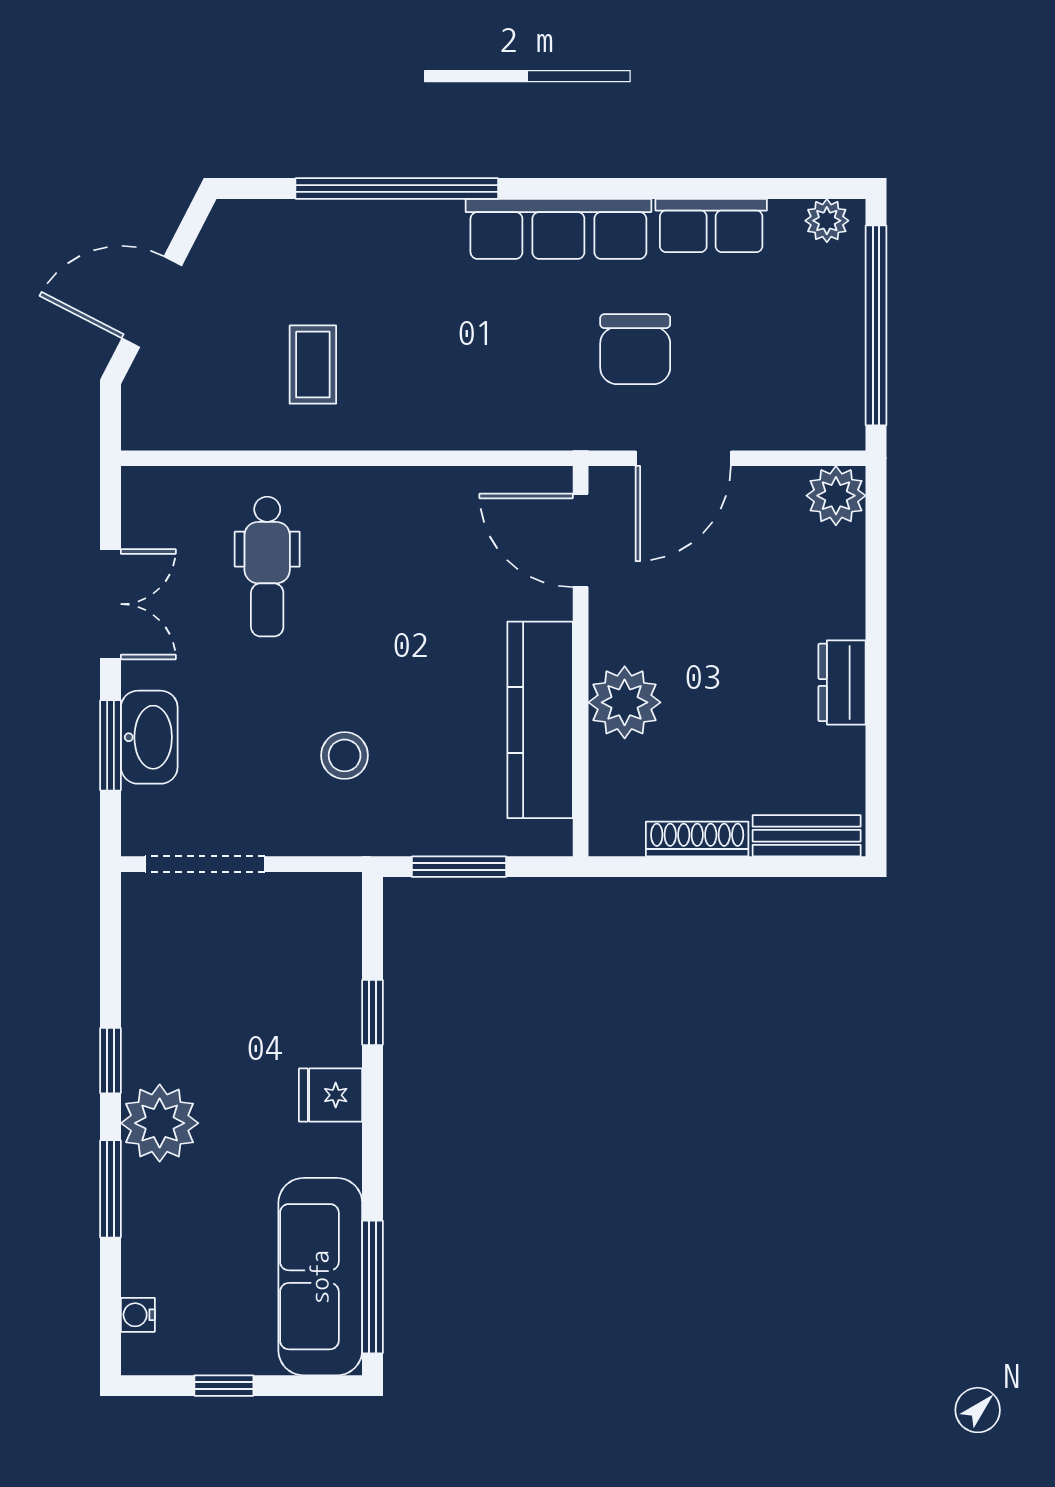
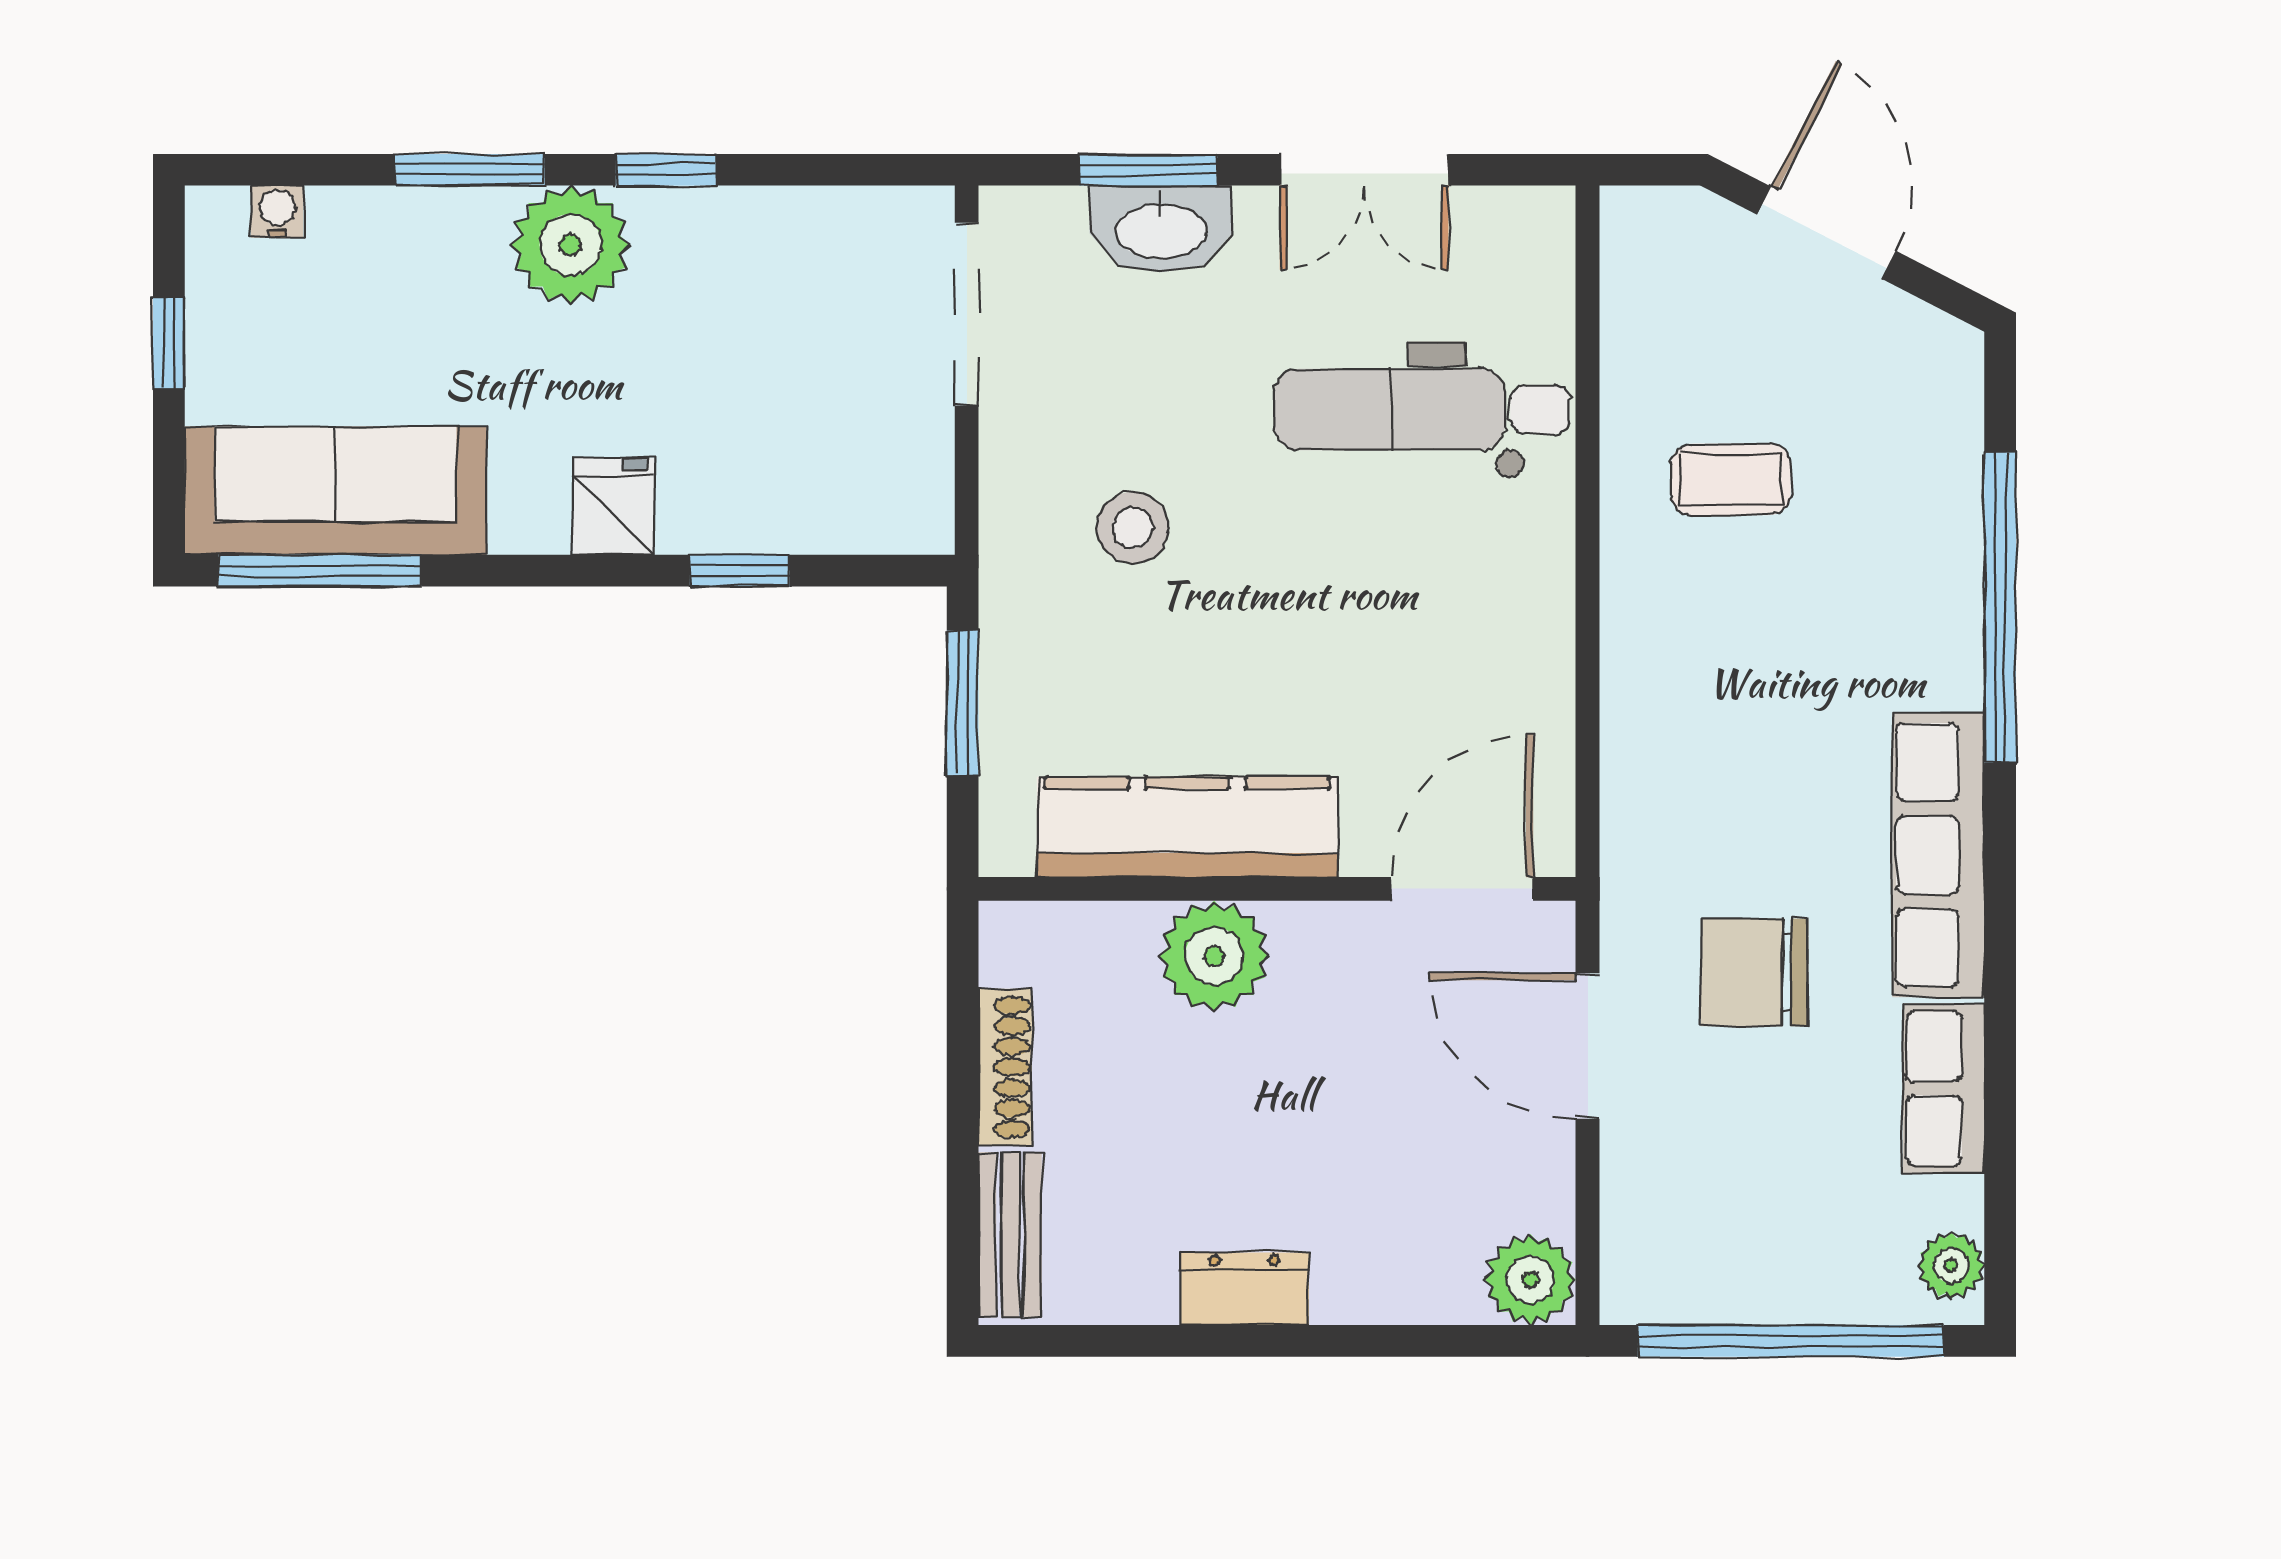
dental chair: (267, 567) -> (1422, 409), width x1.36, depth x1.38

